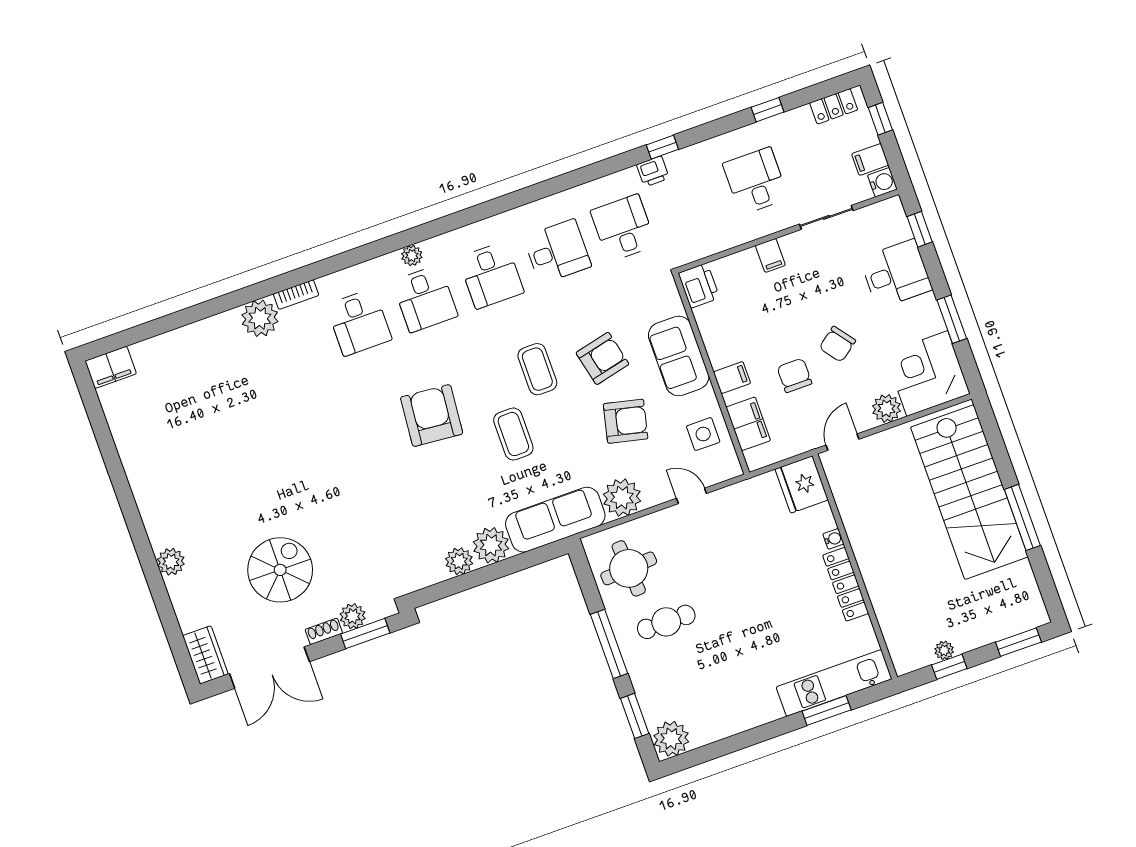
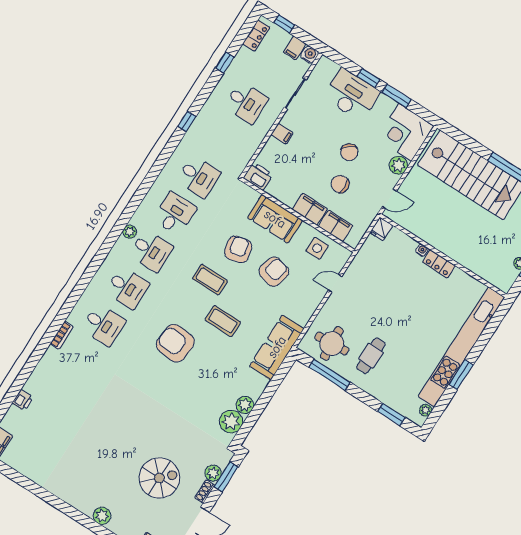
printer: (653, 171) -> (23, 400), moved
desk: (756, 181) -> (246, 103), turned 180
desk: (623, 228) -> (199, 177), turned 180
window: (920, 229) -> (369, 78), moved
plant: (412, 256) -> (130, 232), moved
desk: (896, 274) -> (351, 95), width x1.37
plant: (260, 318) -> (53, 361), removed
filing cabinet: (732, 378) -> (310, 209), width x2.00
door: (842, 442) -> (389, 199), swing flipped
fridge: (802, 484) -> (381, 229), width x0.53, depth x0.75
plant: (622, 498) -> (301, 311), removed
plant: (491, 545) -> (231, 422), moved
spiral stairs: (280, 570) -> (159, 478), turned 90
locker: (846, 584) -> (439, 264), width x0.66
window: (609, 644) -> (330, 375), moved
kitchen unit: (834, 683) -> (461, 347), width x1.86
window: (827, 710) -> (461, 375), moved
plant: (671, 739) -> (425, 410), width x0.53, depth x0.53

